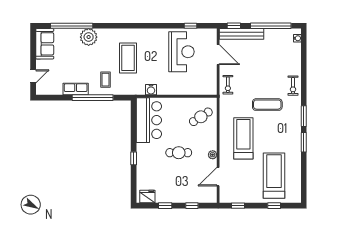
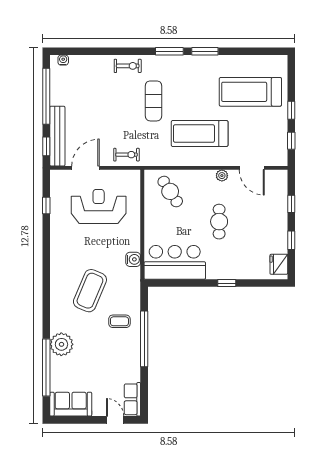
reception desk: (181, 52) -> (99, 206), moved
coffee table: (128, 58) -> (90, 291), turned -67
row of seats: (76, 89) -> (132, 399), moved
window: (274, 206) -> (291, 110), moved

